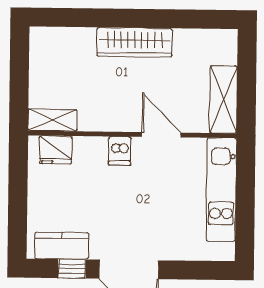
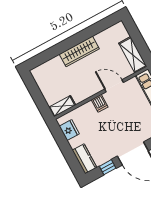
fridge: (56, 150) -> (69, 130), moved, turned -90
kitchen counter: (62, 246) -> (85, 159), moved, turned 90

